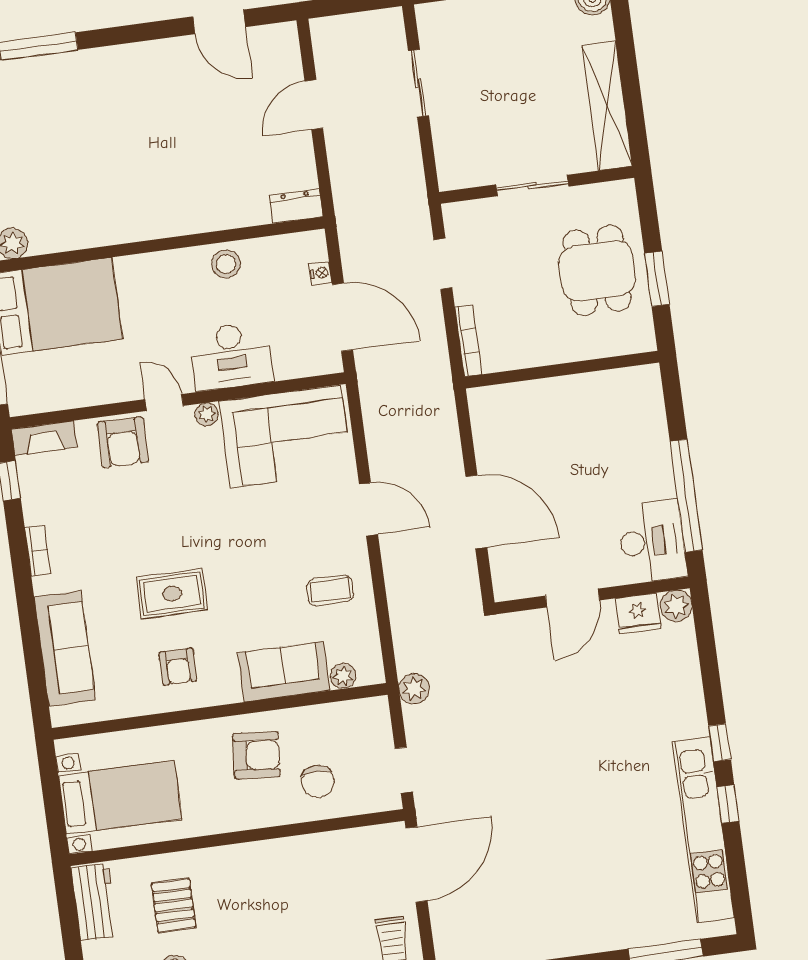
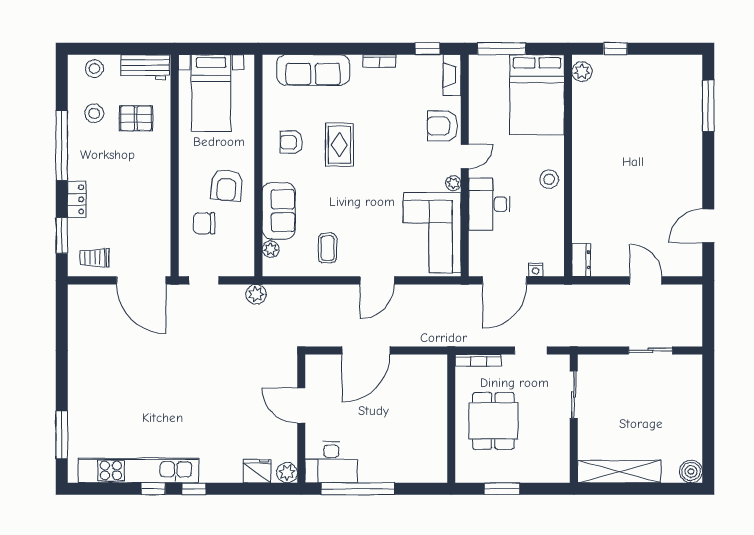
sliding door: (532, 185) -> (574, 395), moved
stool: (226, 264) -> (549, 179), moved
dining table: (597, 271) -> (493, 421), moved, turned 90
fridge: (638, 613) -> (257, 471), moved, turned 90

